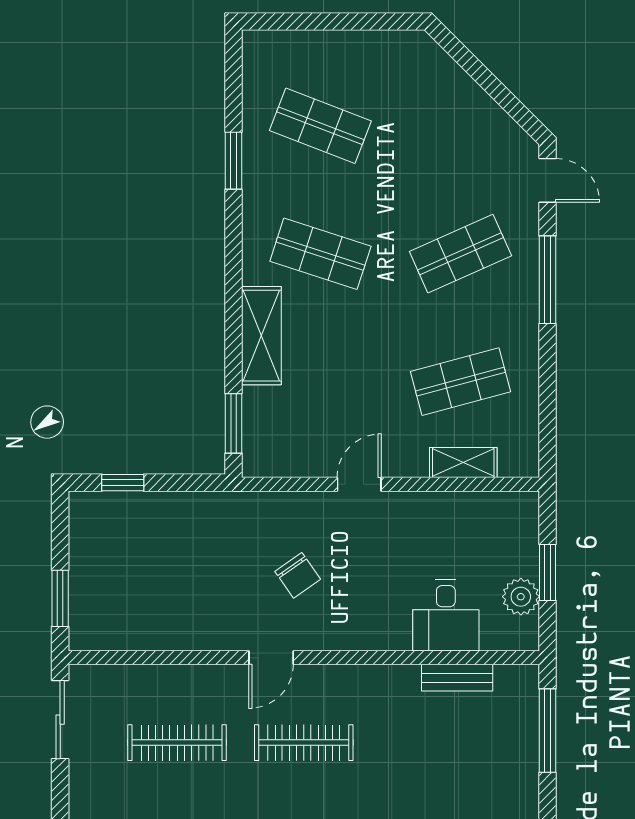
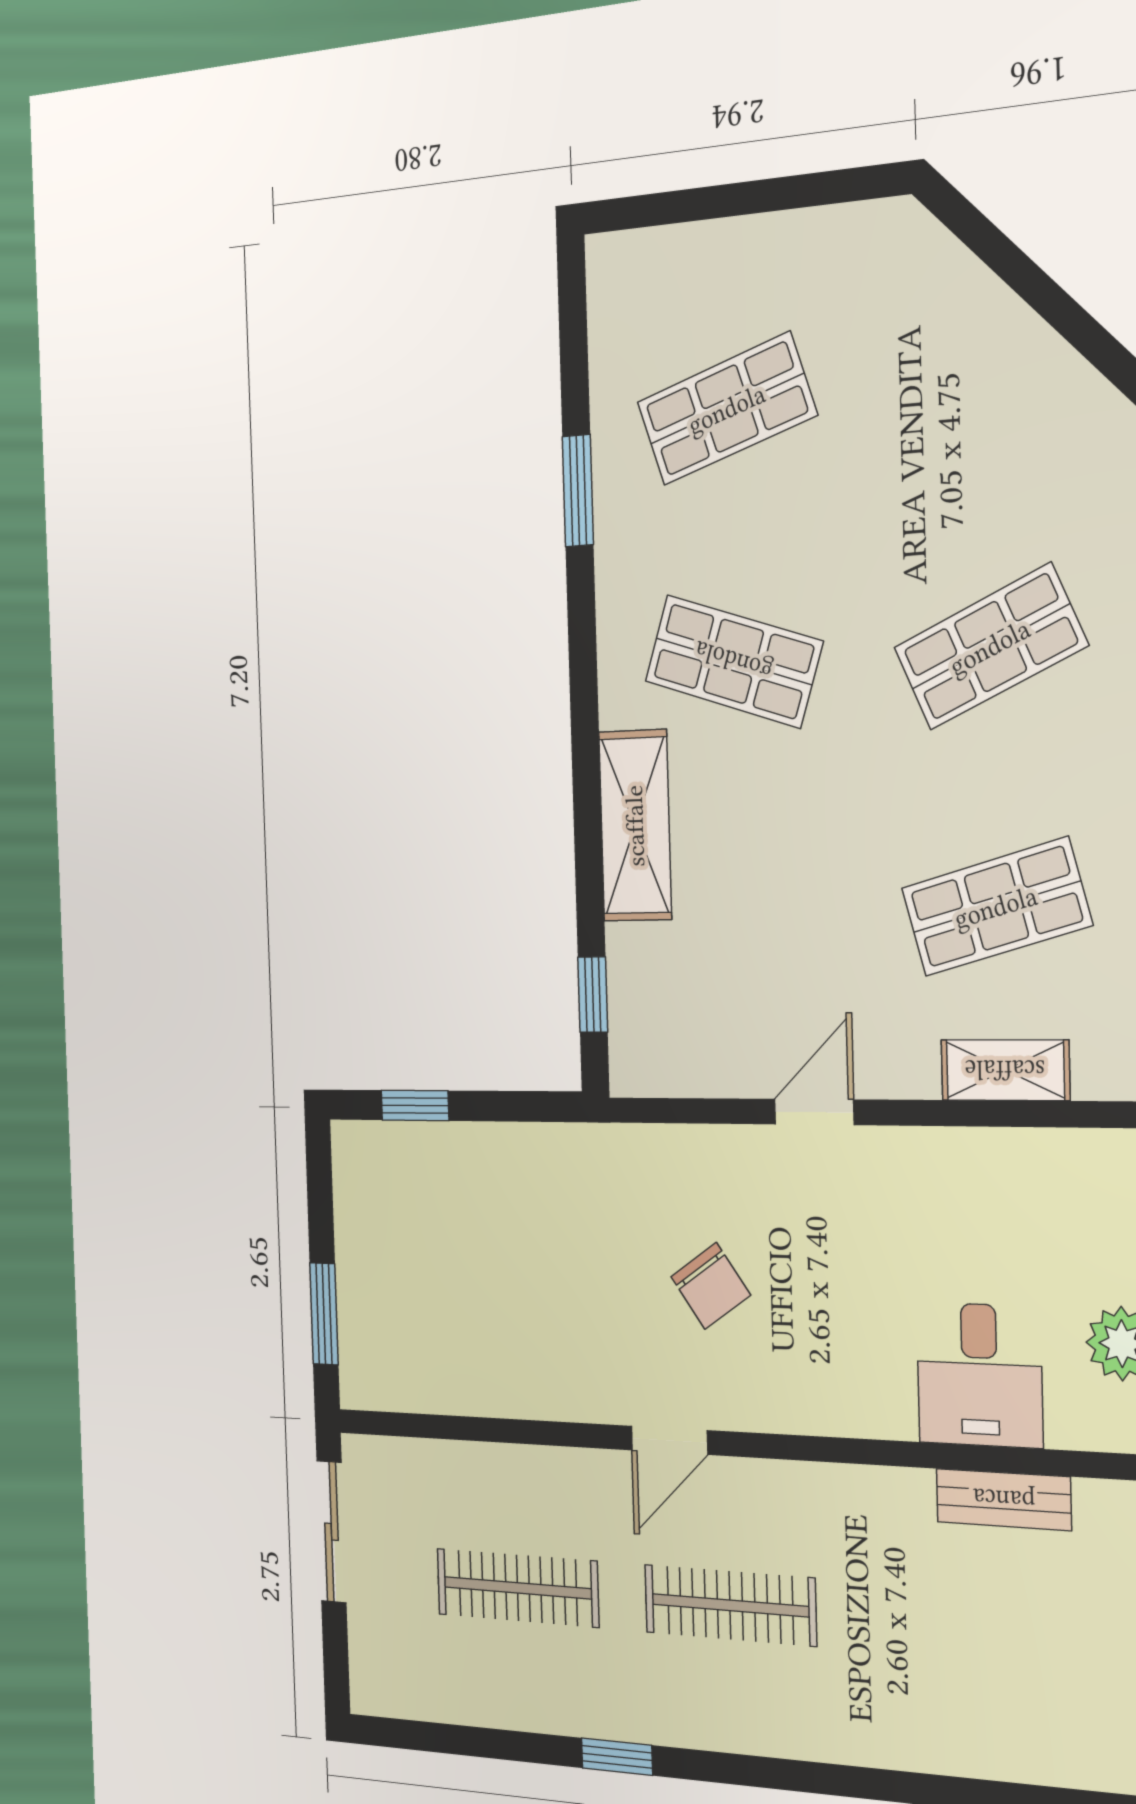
shop shelf: (320, 126) -> (727, 409), turned -39
window: (233, 423) -> (593, 995), width x0.67

